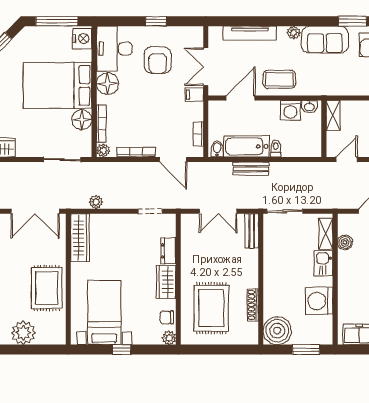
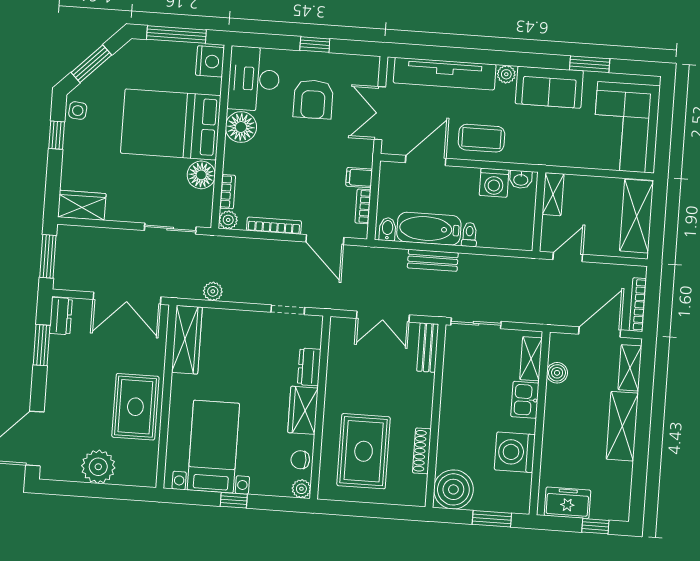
tv unit: (250, 33) -> (445, 74), width x1.36, depth x1.29
filing cabinet: (194, 95) -> (359, 178), moved
bookcase: (101, 124) -> (228, 192), width x0.64

